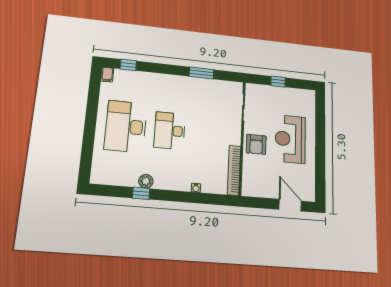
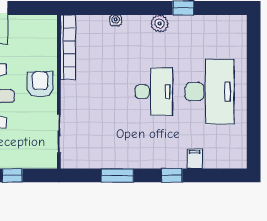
window: (128, 65) -> (172, 175), moved
filing cabinet: (107, 75) -> (195, 159), moved
plant: (146, 181) -> (159, 24), moved

